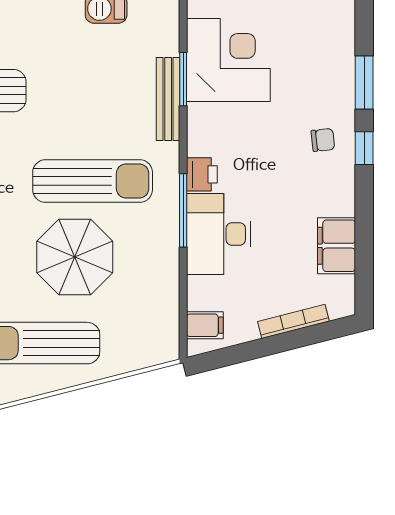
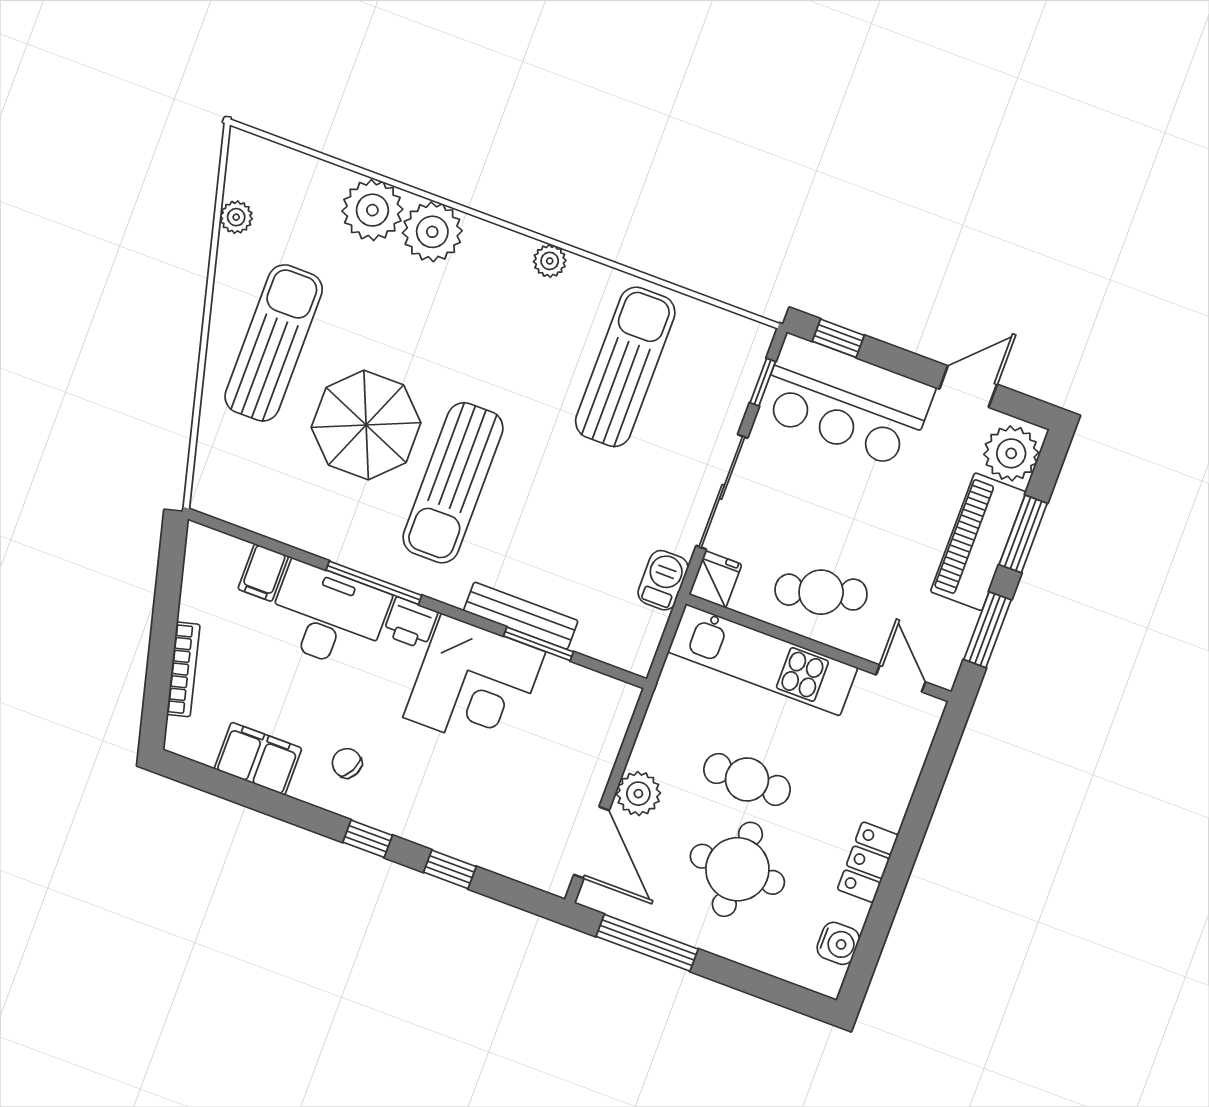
corner desk: (228, 60) -> (474, 685), moved
window: (364, 83) -> (450, 869), width x0.67
chair: (323, 140) -> (347, 763), moved, turned 122
filing cabinet: (205, 325) -> (263, 573), moved

